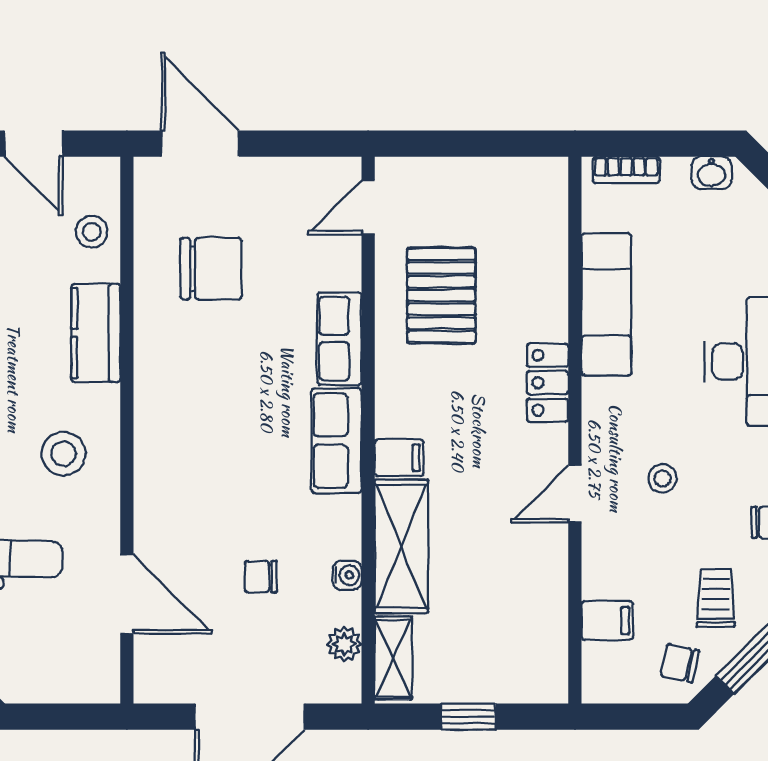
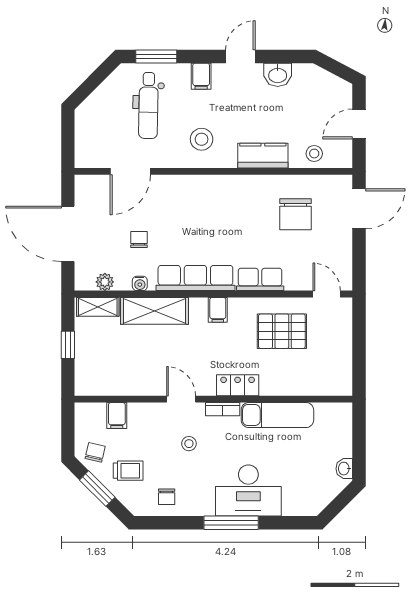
bookcase: (626, 170) -> (223, 409), moved, turned -90
row of seats: (337, 441) -> (195, 278), width x1.48
filing cabinet: (399, 458) -> (218, 310), moved

